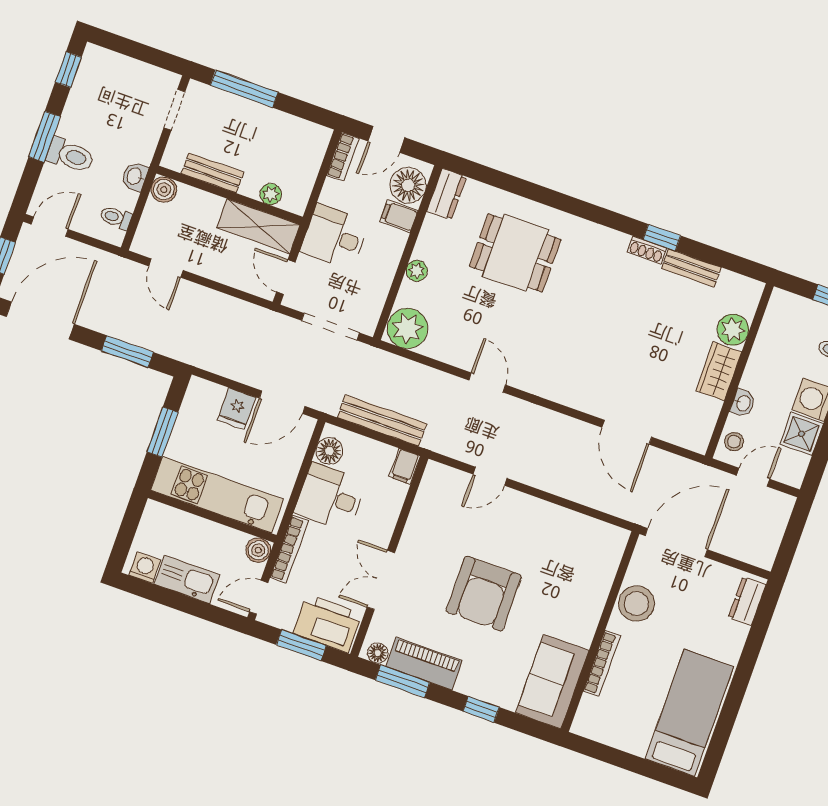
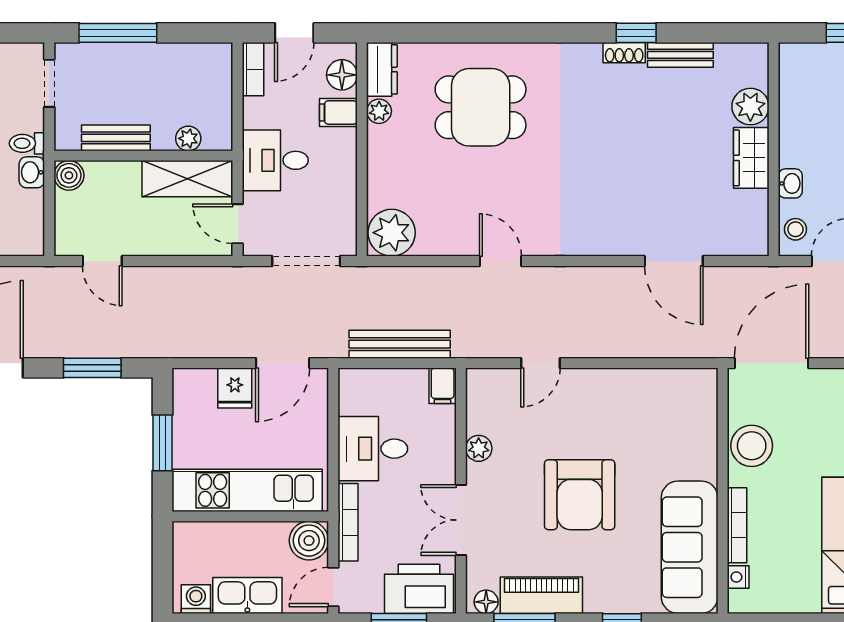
floor lamp: (408, 185) -> (342, 75), width x0.73, depth x0.73
toilet: (116, 217) -> (27, 143), moved
plant: (417, 271) -> (379, 111), moved
floor lamp: (329, 451) -> (354, 398), removed
plant: (416, 527) -> (479, 448), added
boiler: (258, 550) -> (309, 541), width x1.36, depth x1.36
sofa: (552, 682) -> (690, 547), width x1.36
nightstand: (588, 705) -> (738, 577), added

